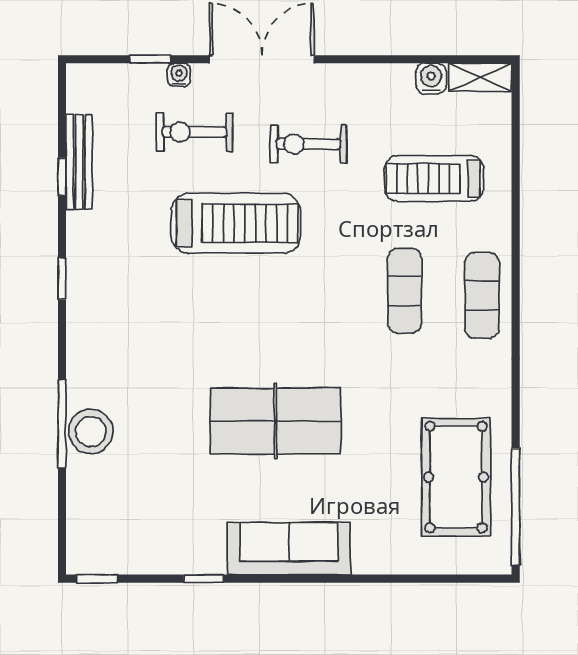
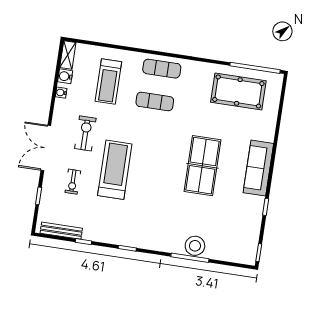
water cooler: (179, 75) -> (61, 93), moved
exercise bike: (194, 132) -> (73, 182), width x0.73, depth x0.72
exercise bike: (308, 144) -> (85, 133), turned 180
bench: (79, 162) -> (61, 231), moved

